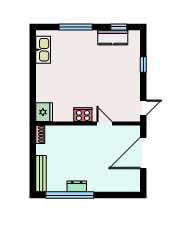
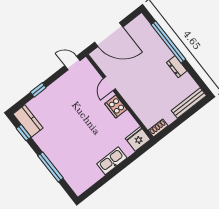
kitchen counter: (113, 38) -> (28, 121), moved
kitchen sink: (43, 50) -> (112, 161), moved
window: (70, 195) -> (168, 42), moved

